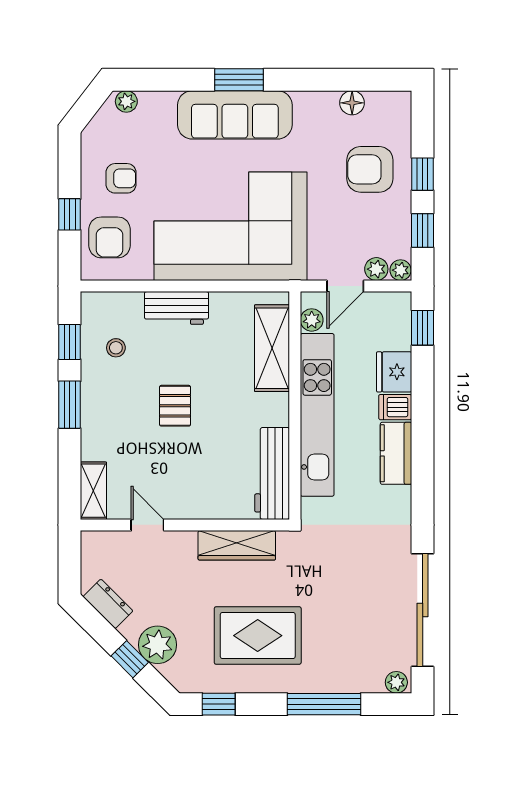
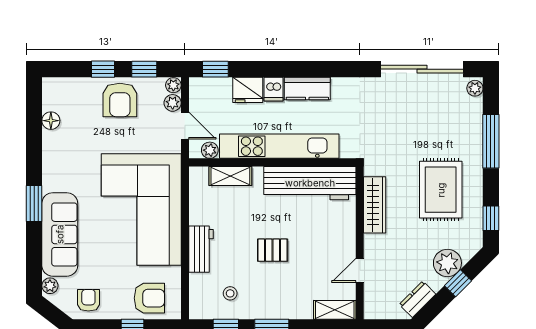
sofa: (235, 115) -> (60, 234), moved
armchair: (370, 169) -> (120, 100), moved
armchair: (121, 178) -> (88, 300), moved
shelving: (272, 348) -> (230, 176), width x0.67, depth x0.75
workbench: (272, 473) -> (310, 183), width x1.36, depth x1.32

